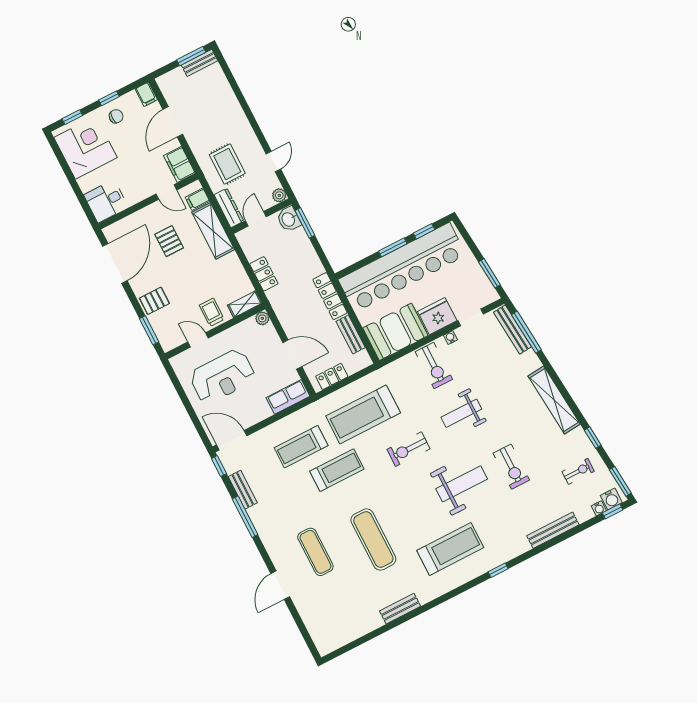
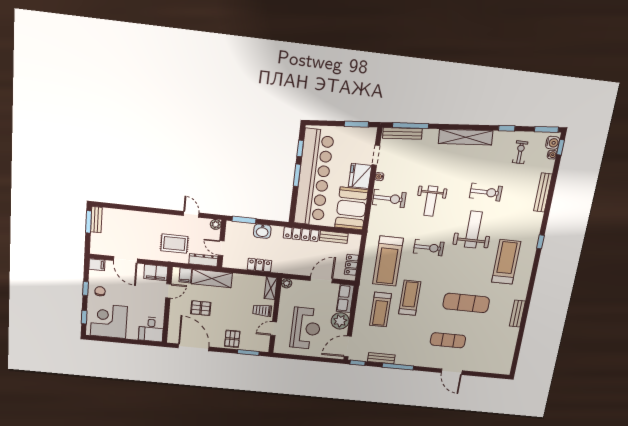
washbasin: (289, 219) -> (262, 231), moved
plant: (257, 410) -> (340, 321), added
exercise bike: (409, 449) -> (429, 248), turned -90

